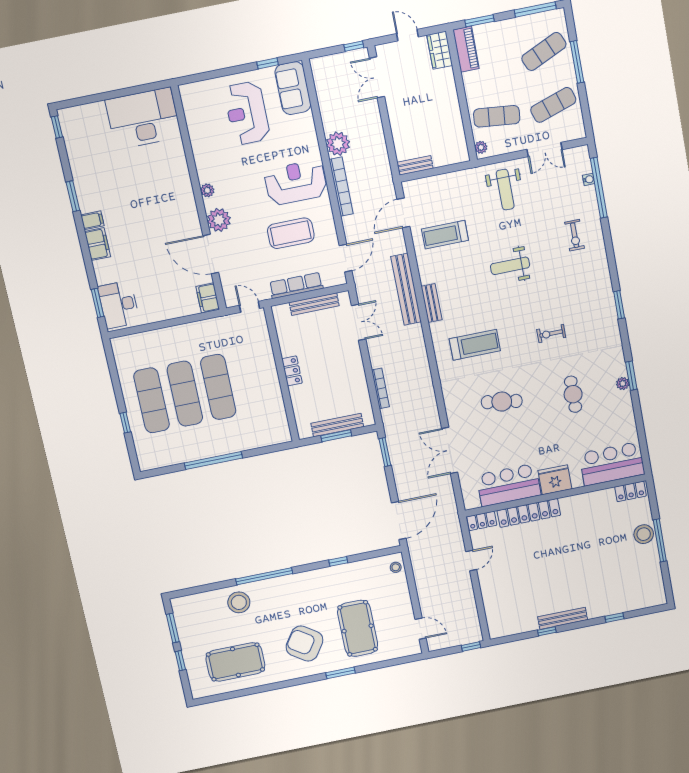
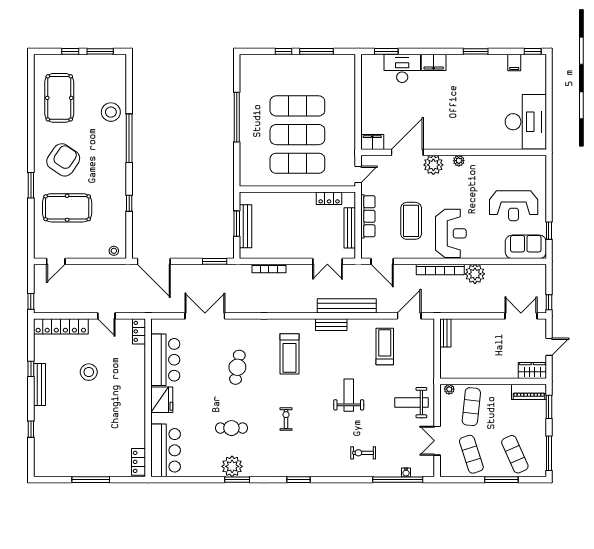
reception desk: (247, 113) -> (514, 206), turned 180
door: (403, 213) -> (409, 316), hinge flipped
filing cabinet: (92, 220) -> (514, 63), moved
desk: (119, 305) -> (402, 68), moved
locker: (292, 371) -> (329, 198), moved
plant: (623, 383) -> (232, 466), width x1.88, depth x1.88
window: (116, 384) -> (316, 51), added
exercise mat: (152, 400) -> (297, 163), moved
locker: (529, 513) -> (61, 326), moved, turned -90
stool: (644, 534) -> (89, 372), moved

